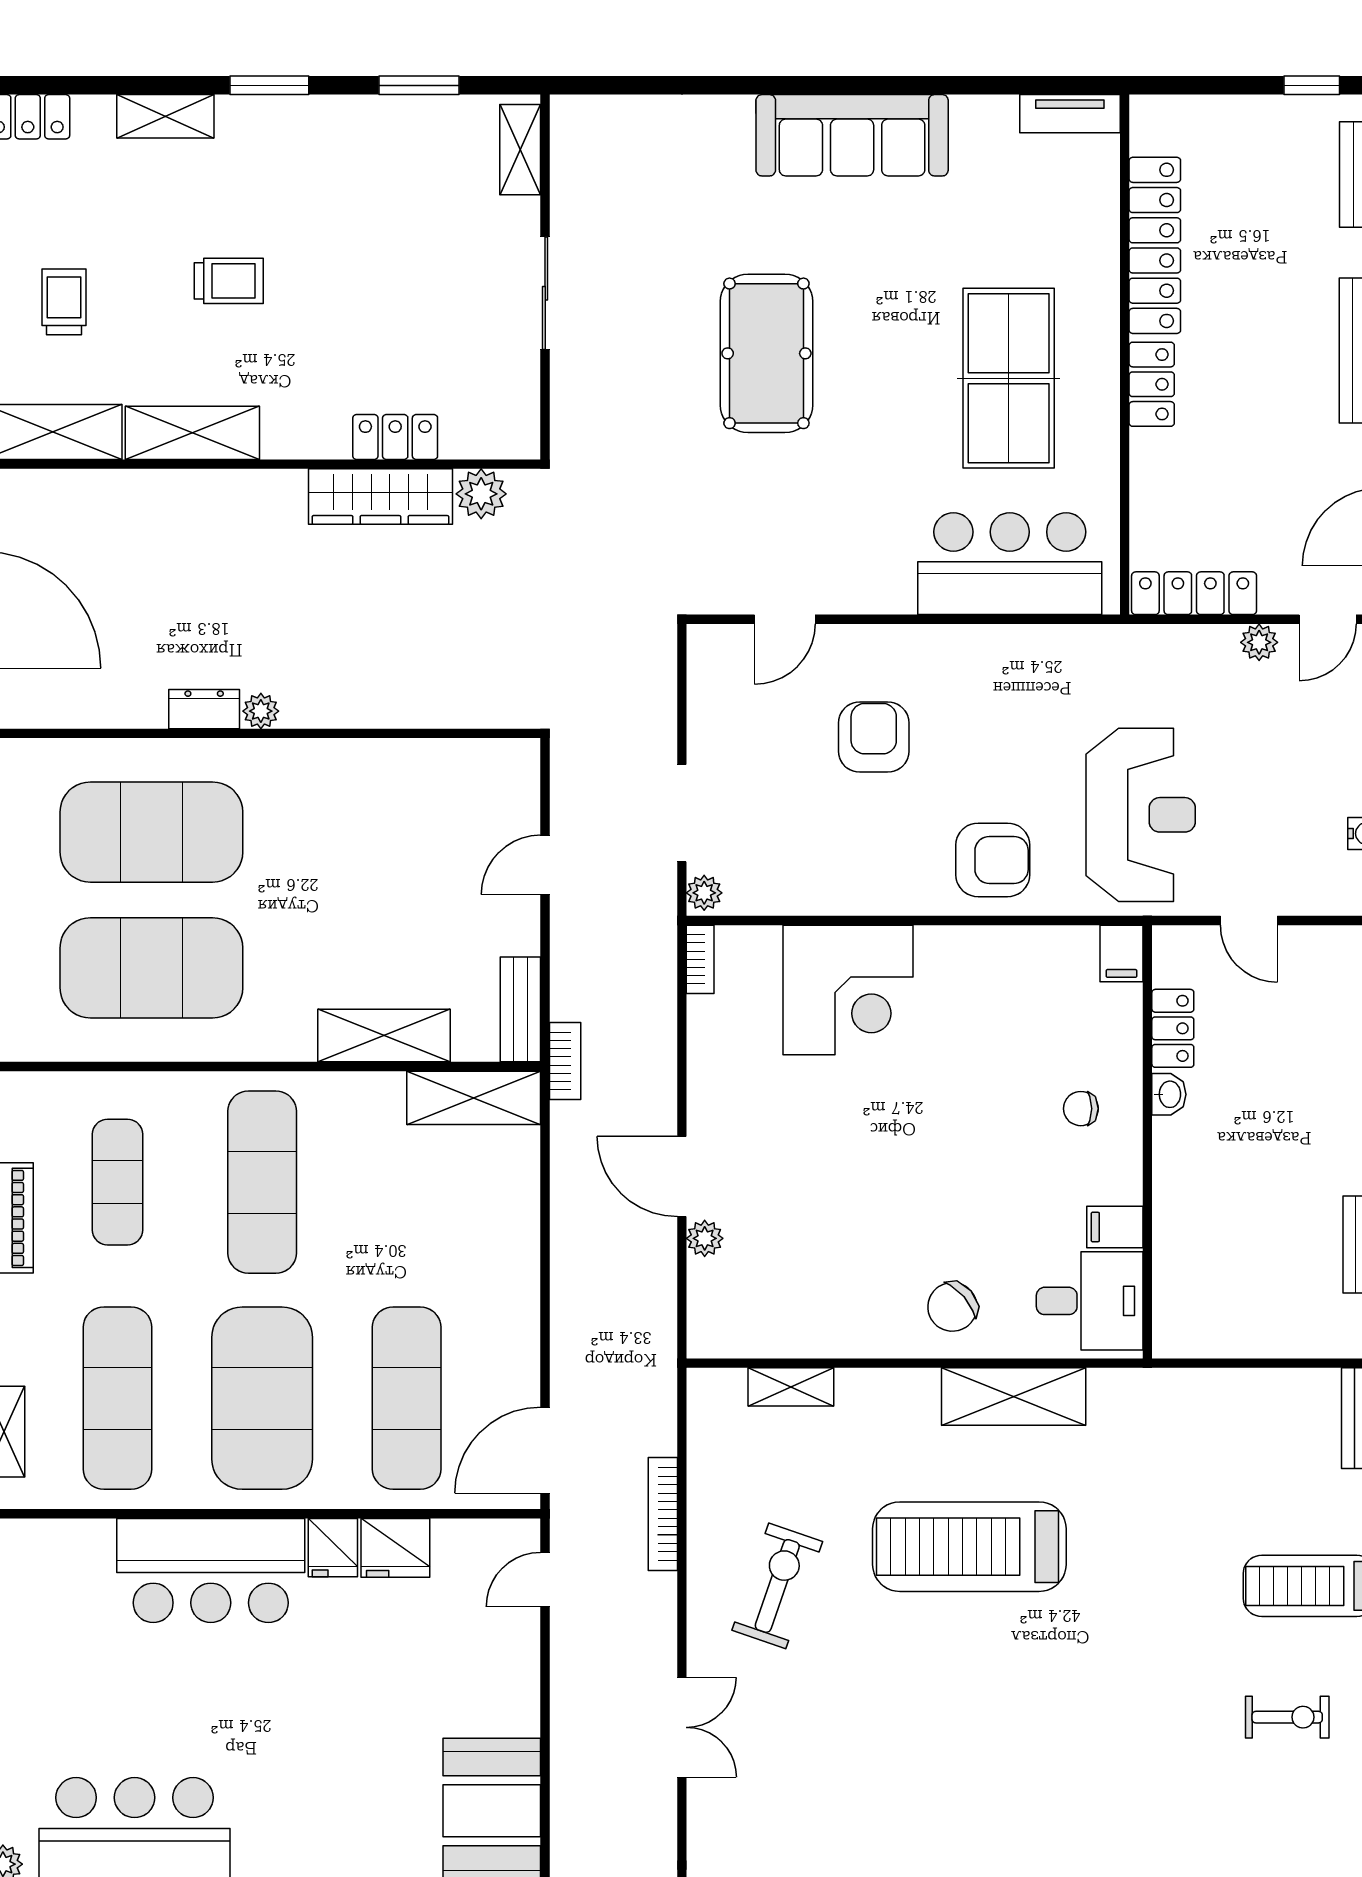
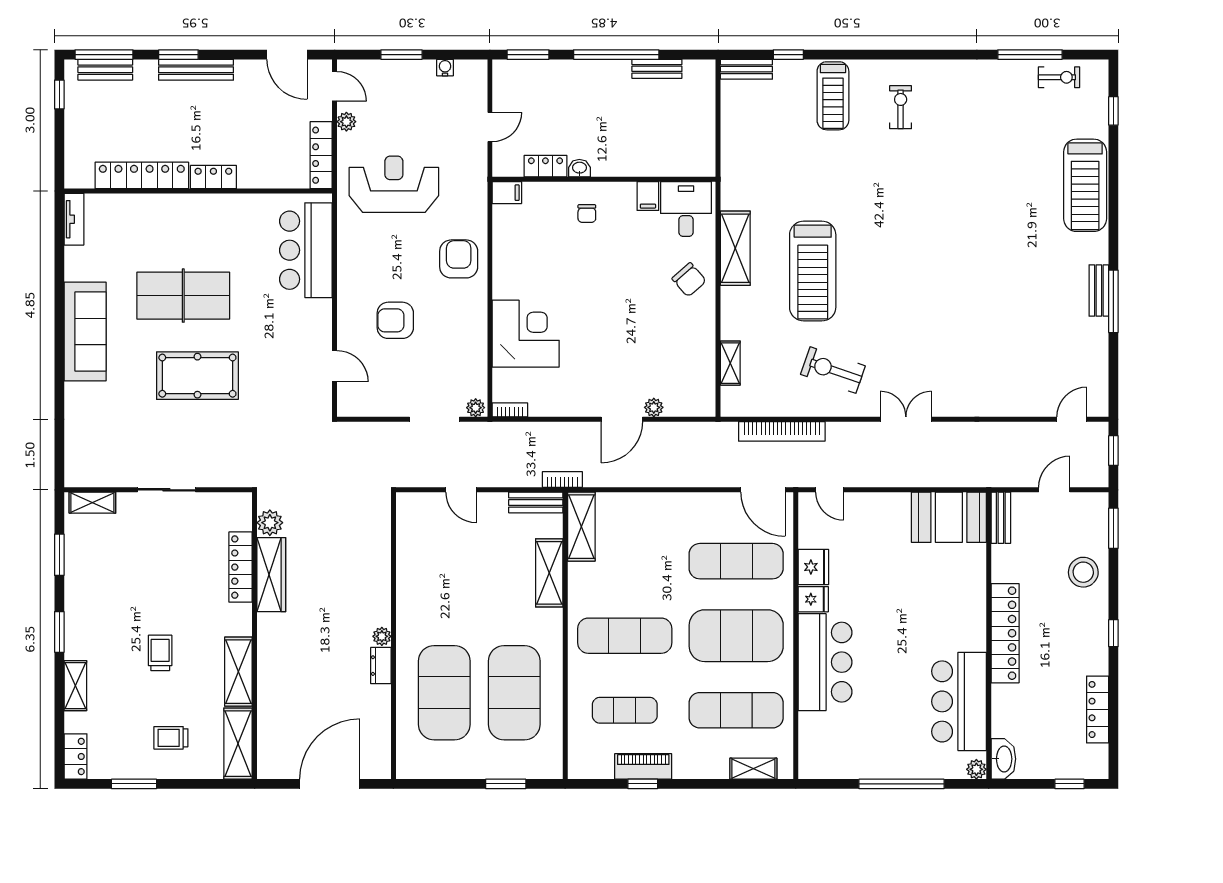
table tennis table: (1009, 378) -> (183, 296), moved
locker: (395, 437) -> (241, 567), width x1.53
reception desk: (1141, 815) -> (394, 184), moved
bookcase: (663, 1514) -> (782, 431), width x1.48, depth x1.31

